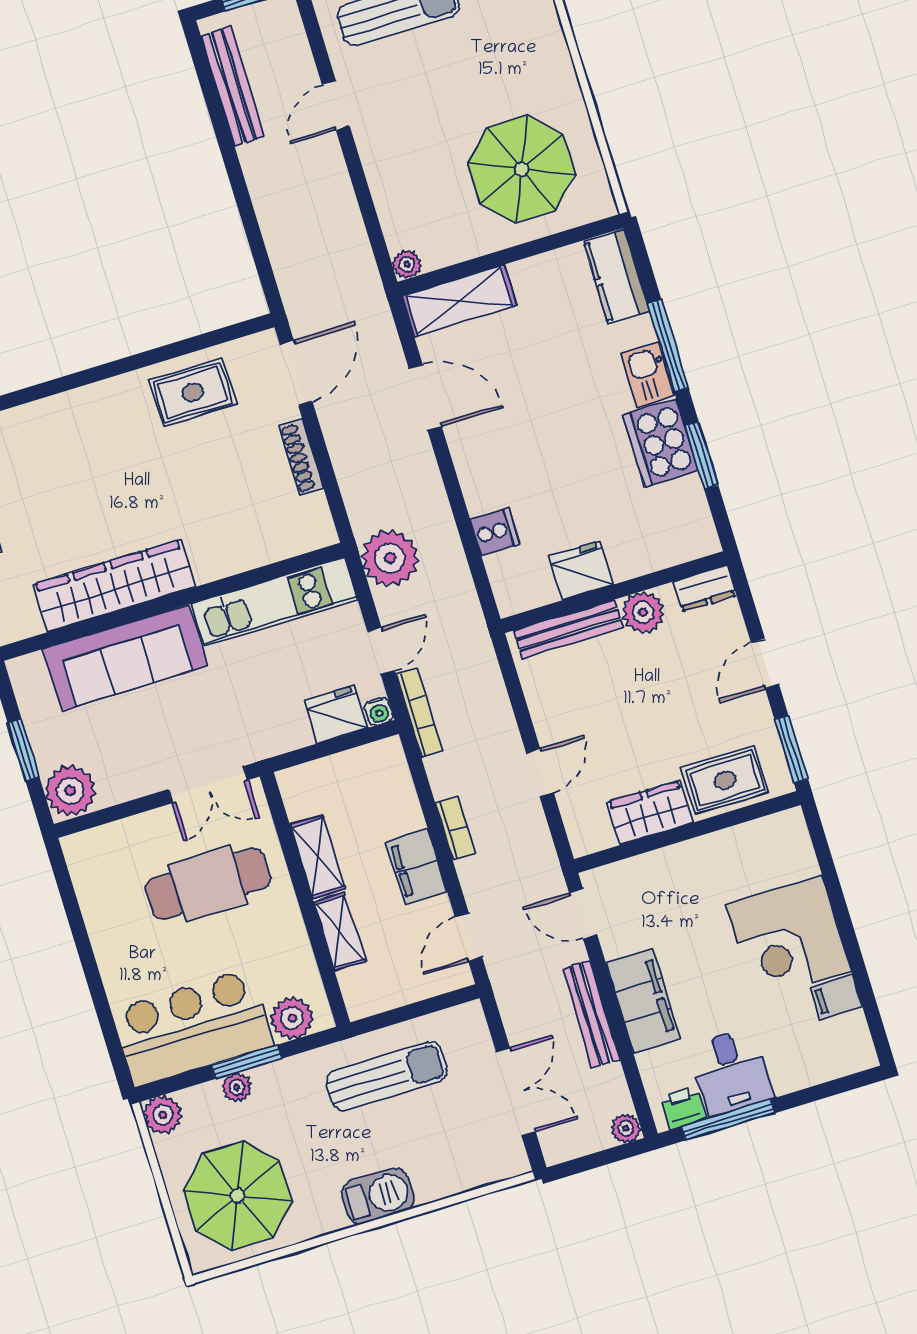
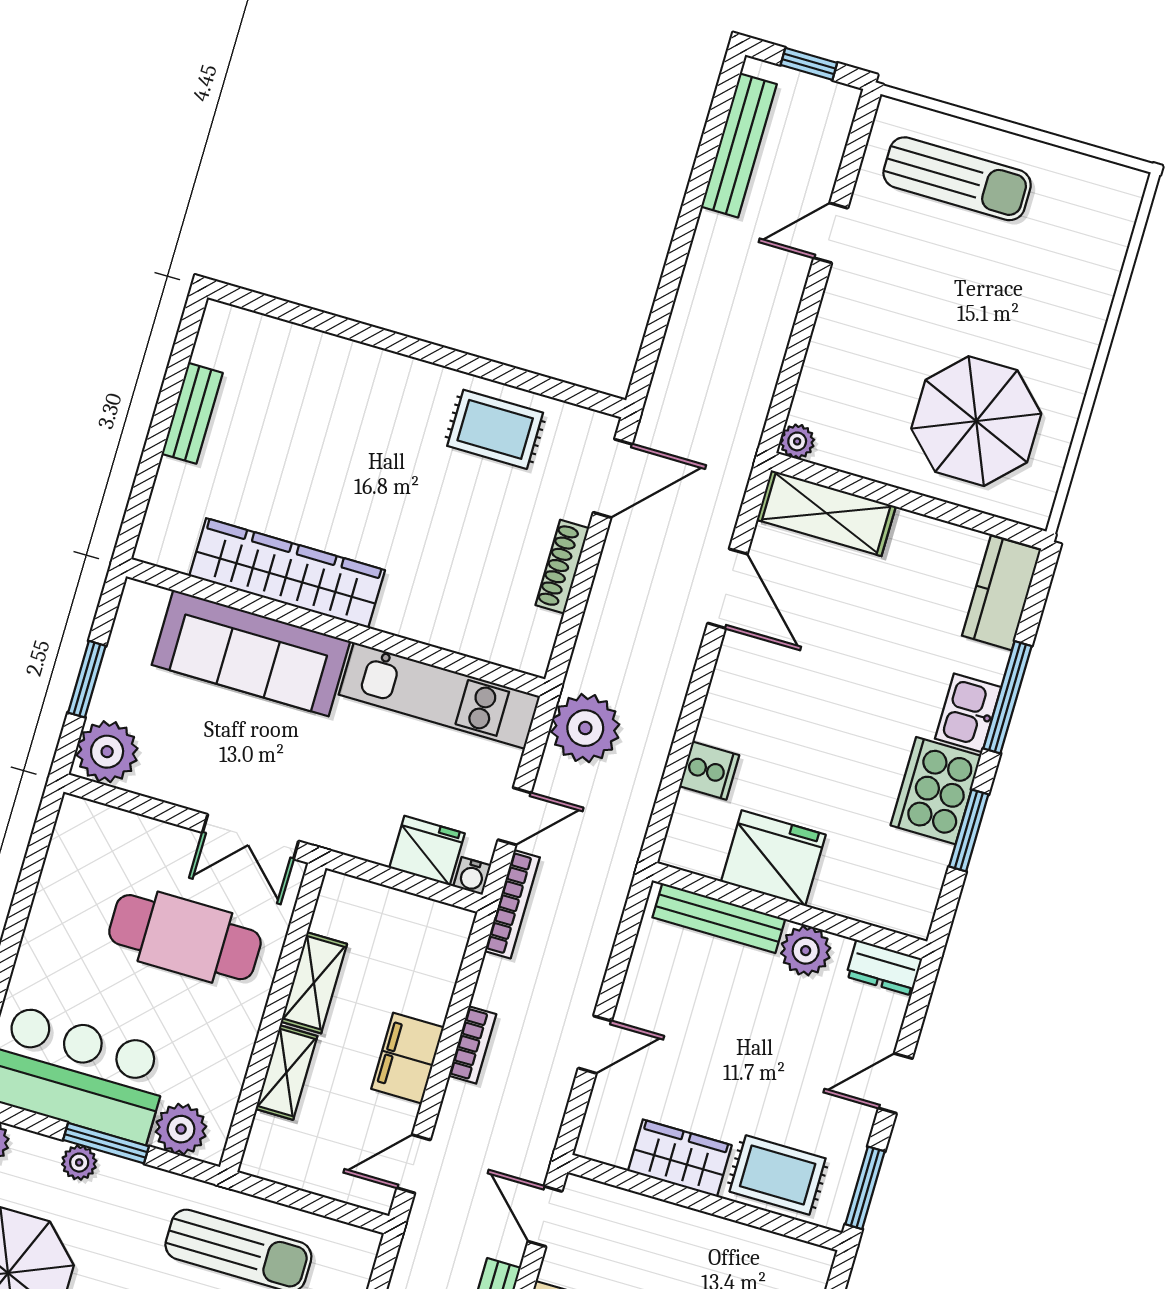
fridge: (581, 570) -> (773, 858), width x1.36, depth x1.34

